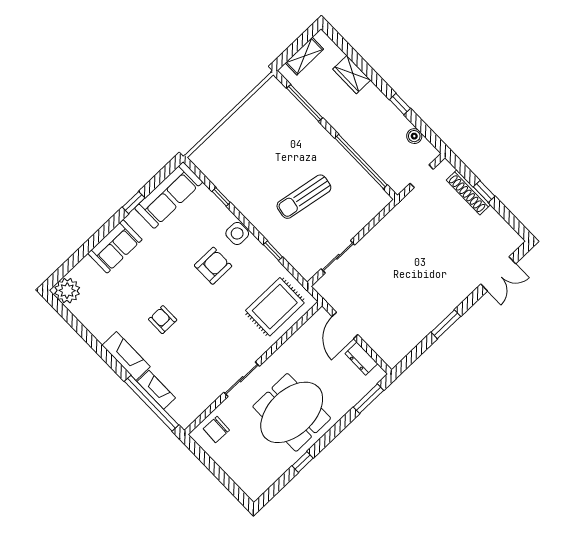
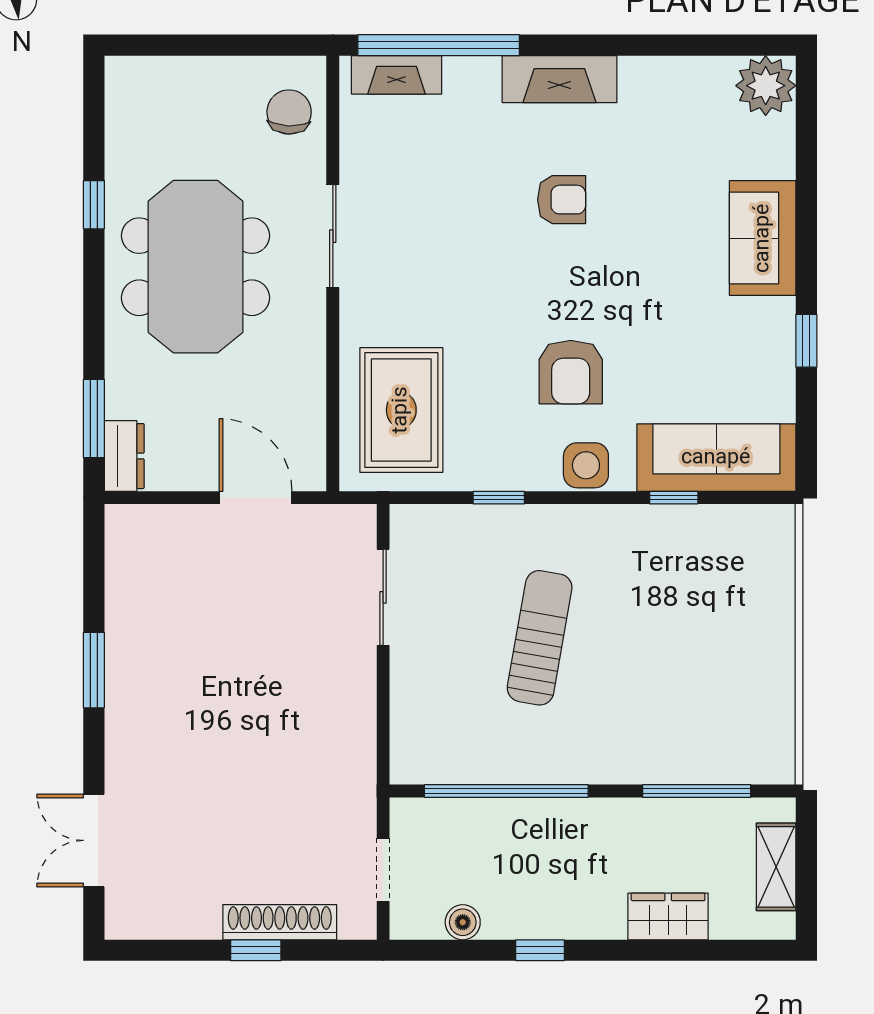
sofa: (169, 195) -> (716, 458), moved, turned 90
dresser: (361, 359) -> (124, 456), moved, turned 90
fireplace: (156, 390) -> (397, 75), moved

